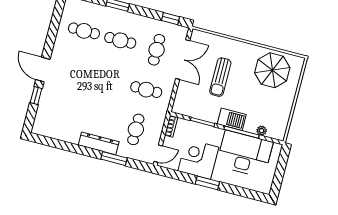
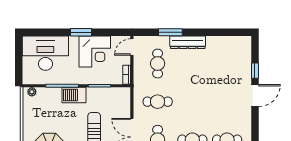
door: (43, 69) -> (255, 96), hinge flipped
plant: (262, 131) -> (32, 92), moved
desk: (245, 154) -> (45, 53), moved, turned 180

